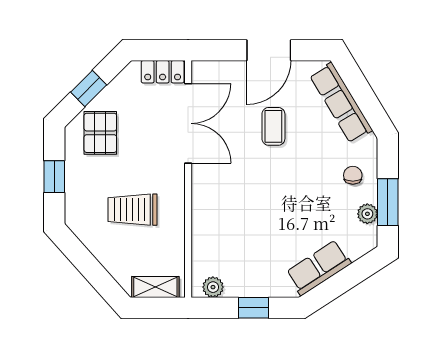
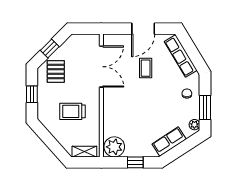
locker: (163, 72) -> (88, 40), removed
plant: (367, 214) -> (194, 125), moved
plant: (213, 287) -> (114, 147), width x1.88, depth x1.88

